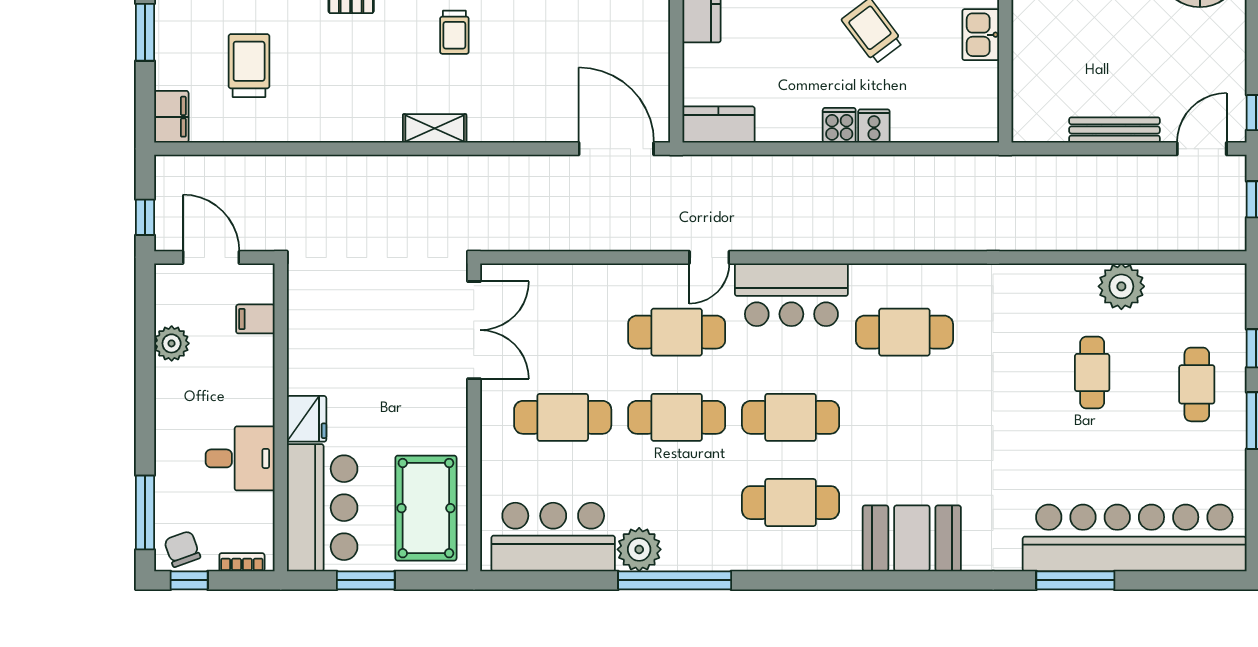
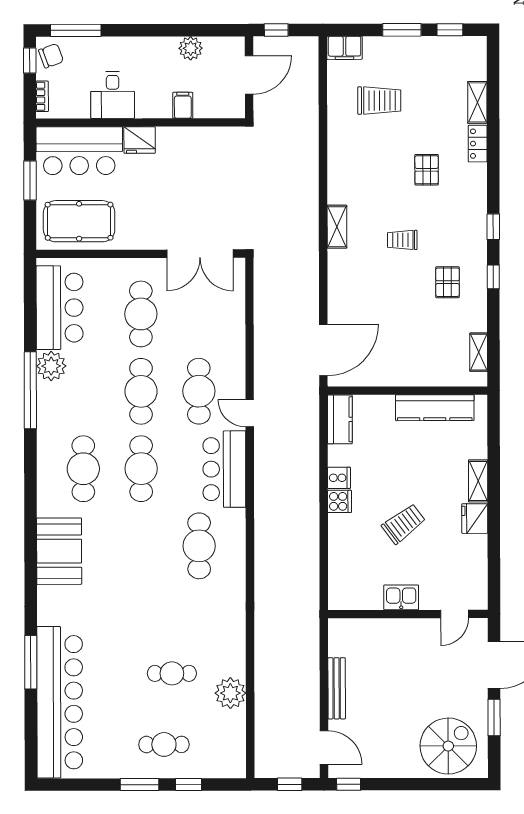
cooker: (874, 126) -> (339, 478), moved
filing cabinet: (255, 319) -> (183, 105), moved

